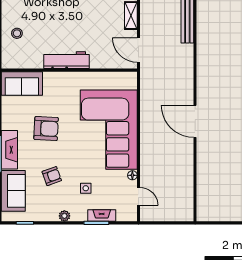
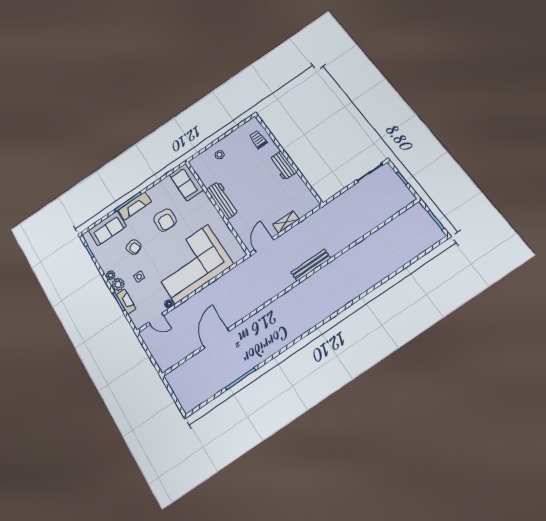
door: (195, 121) -> (216, 338), moved
door: (138, 196) -> (156, 319), hinge flipped
plant: (79, 214) -> (118, 284), added

